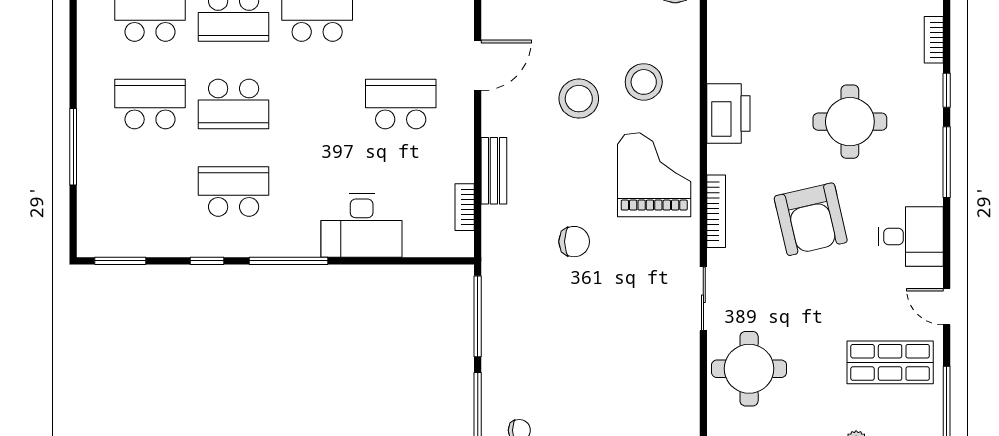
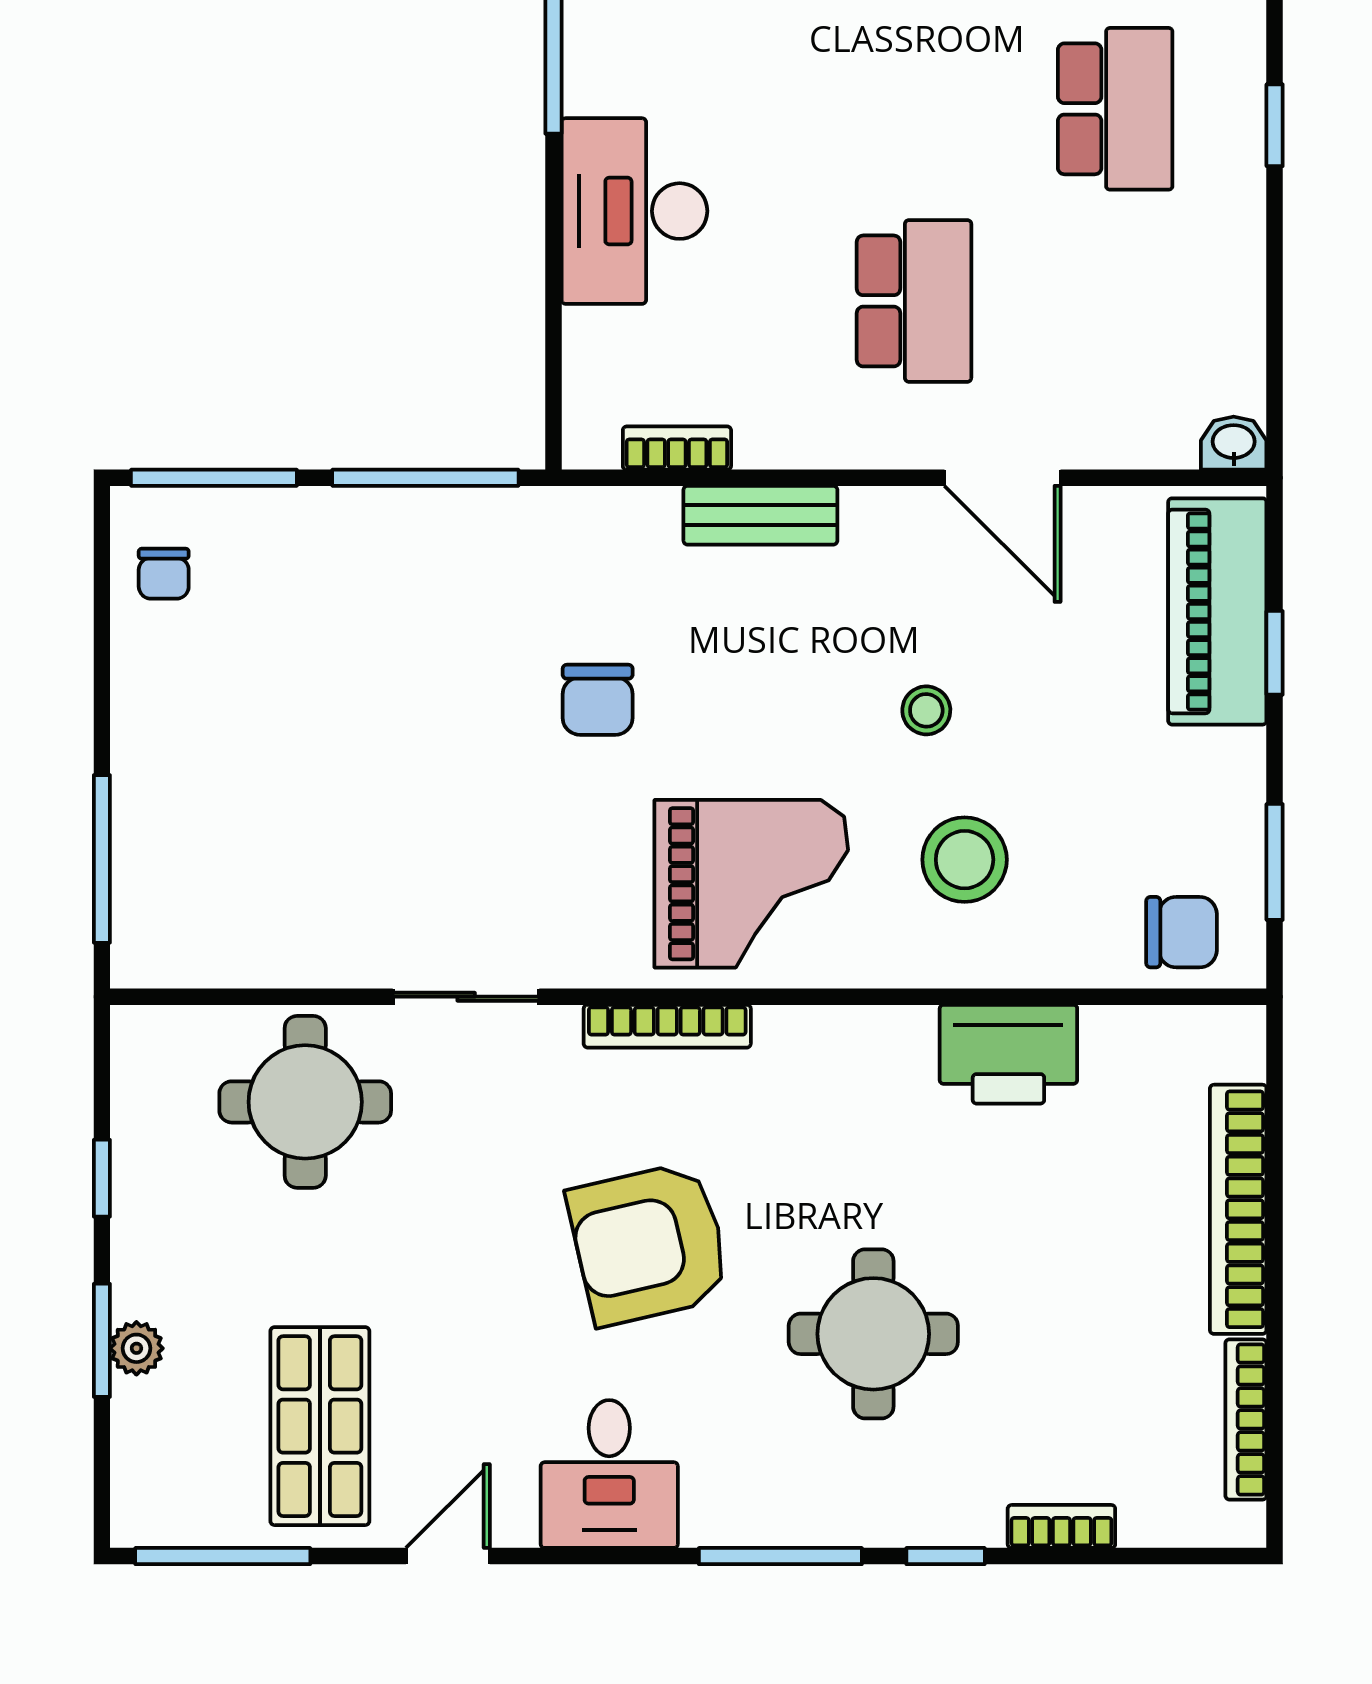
stool: (579, 99) -> (926, 710), width x0.53, depth x0.53
printer: (728, 114) -> (1008, 1054), moved

